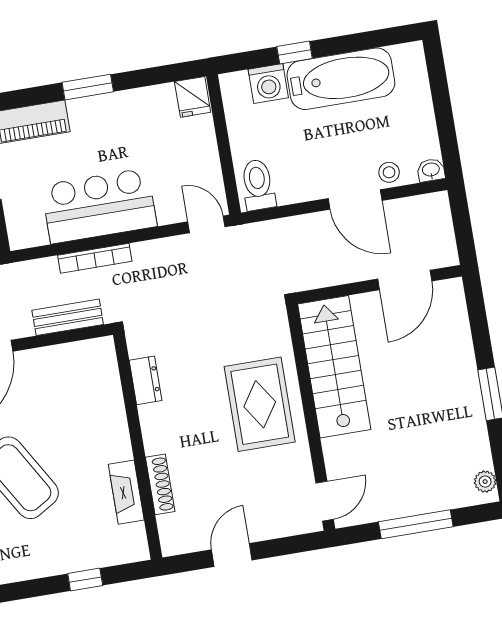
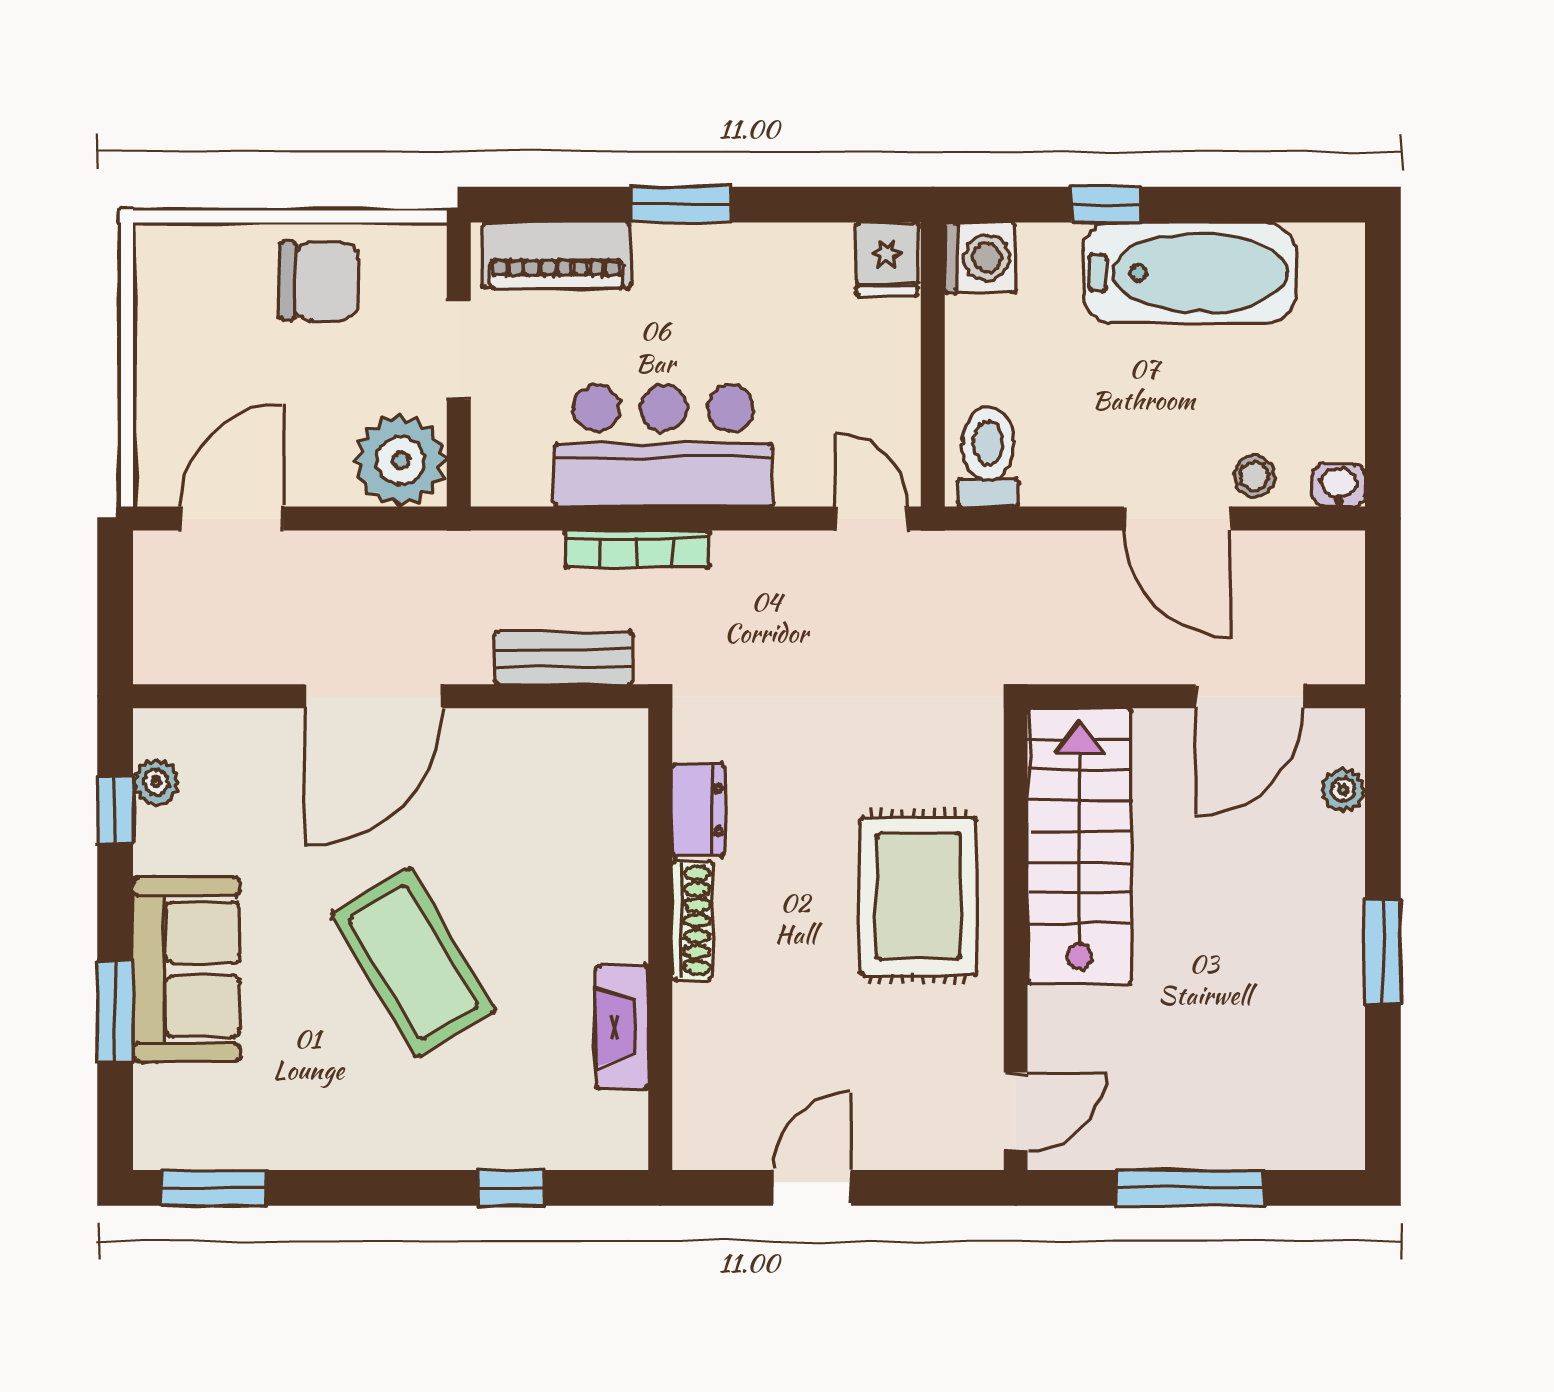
washing machine: (268, 83) -> (980, 258), moved, turned -90
plant: (485, 482) -> (1343, 790), moved
shoe rack: (160, 484) -> (692, 920), moved

